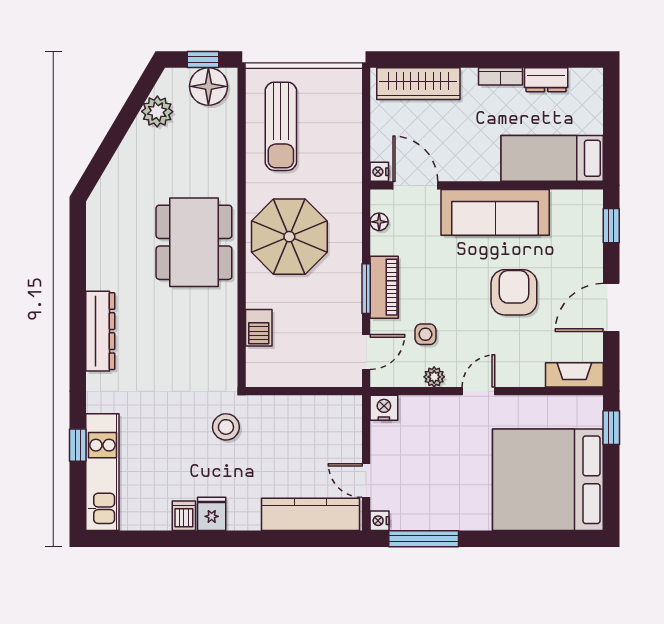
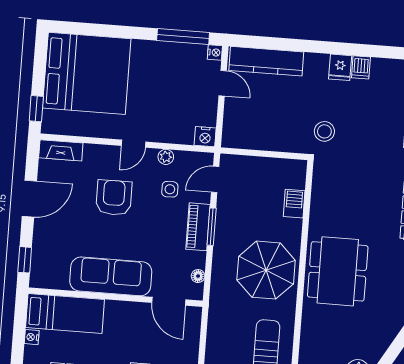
nightstand: (379, 172) -> (32, 337), moved, turned 180
armchair: (514, 292) -> (114, 198), moved, turned 180

